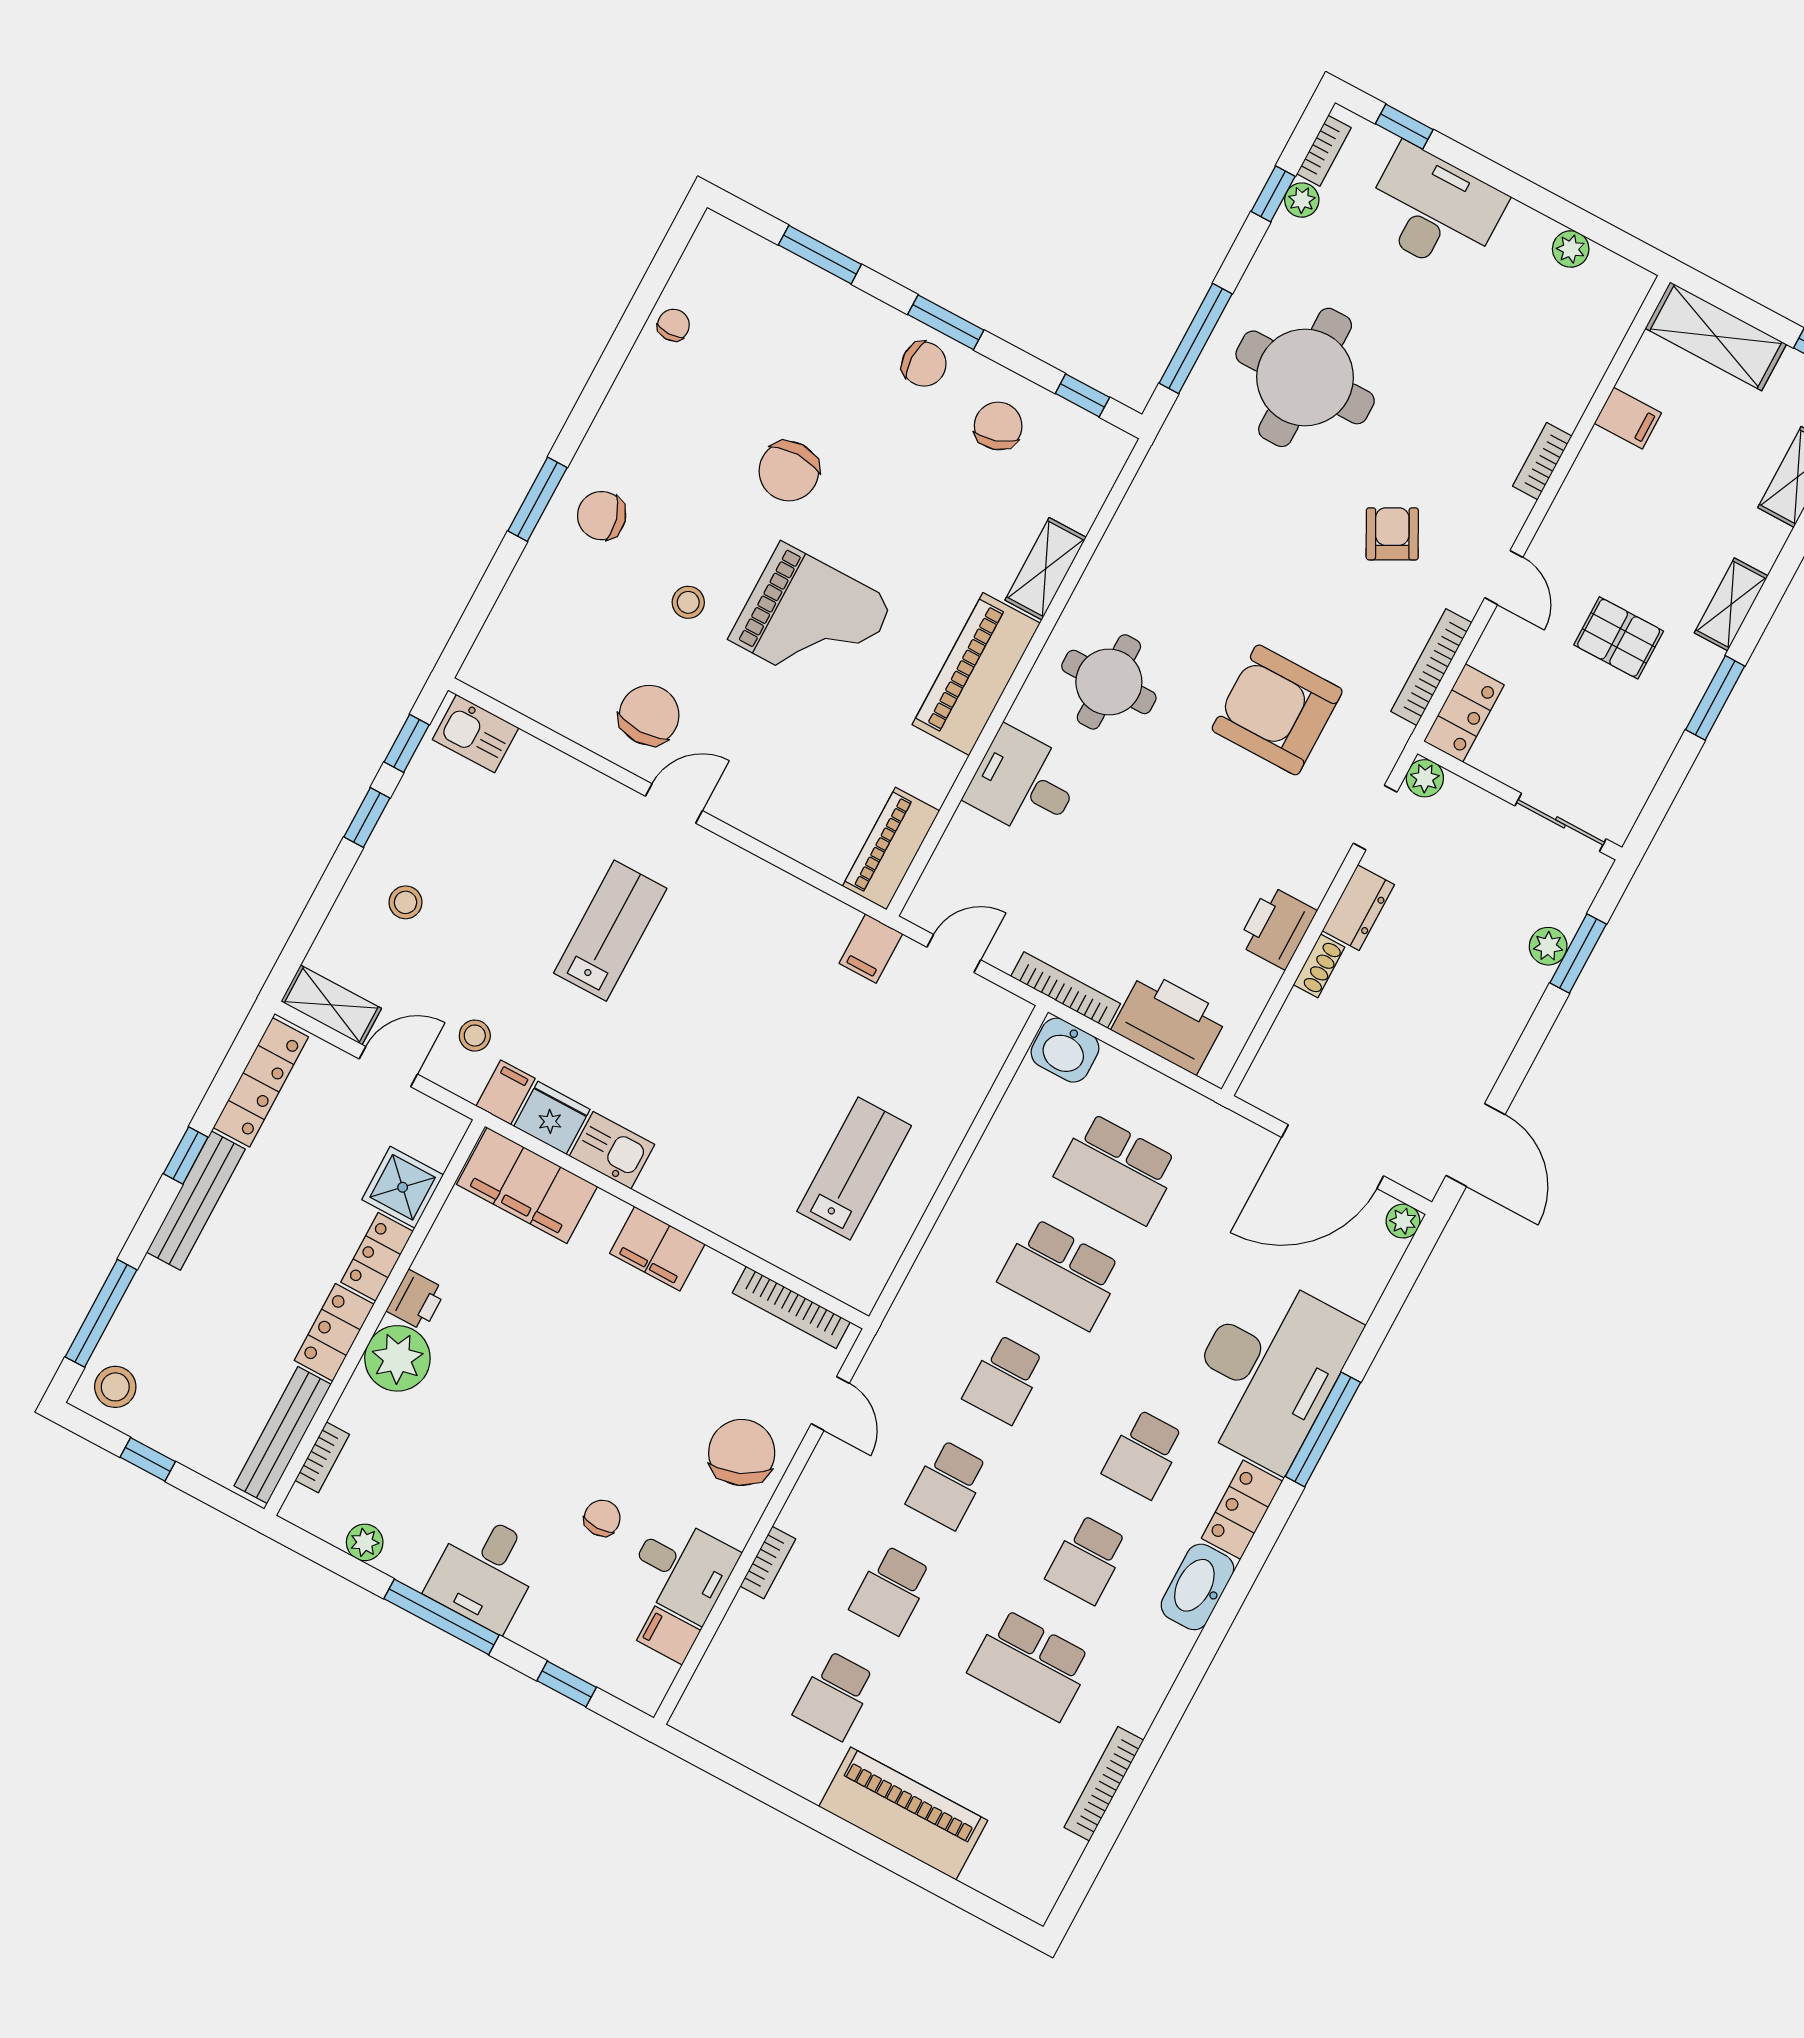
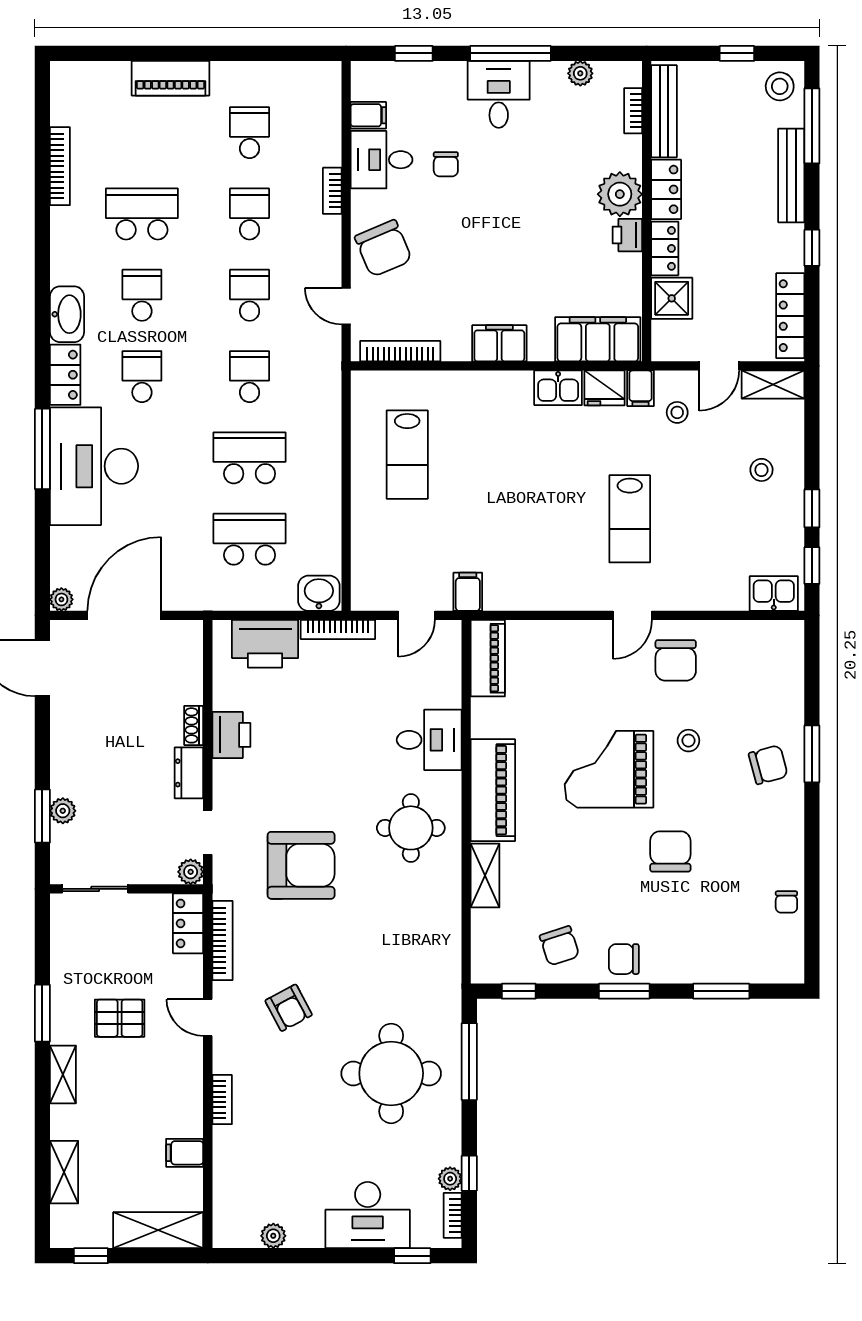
bench: (196, 1201) -> (791, 175), moved
piano: (903, 1814) -> (171, 78), width x0.73, depth x0.75

